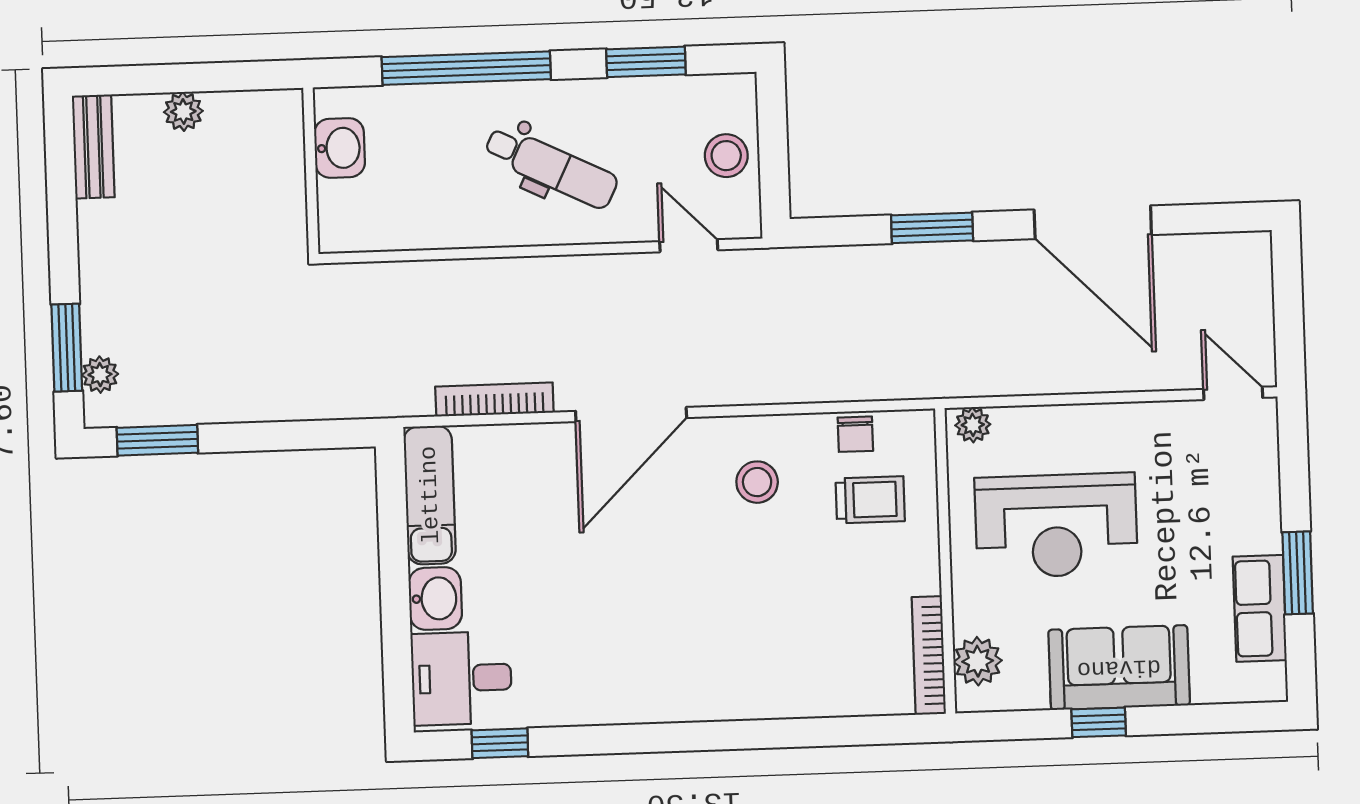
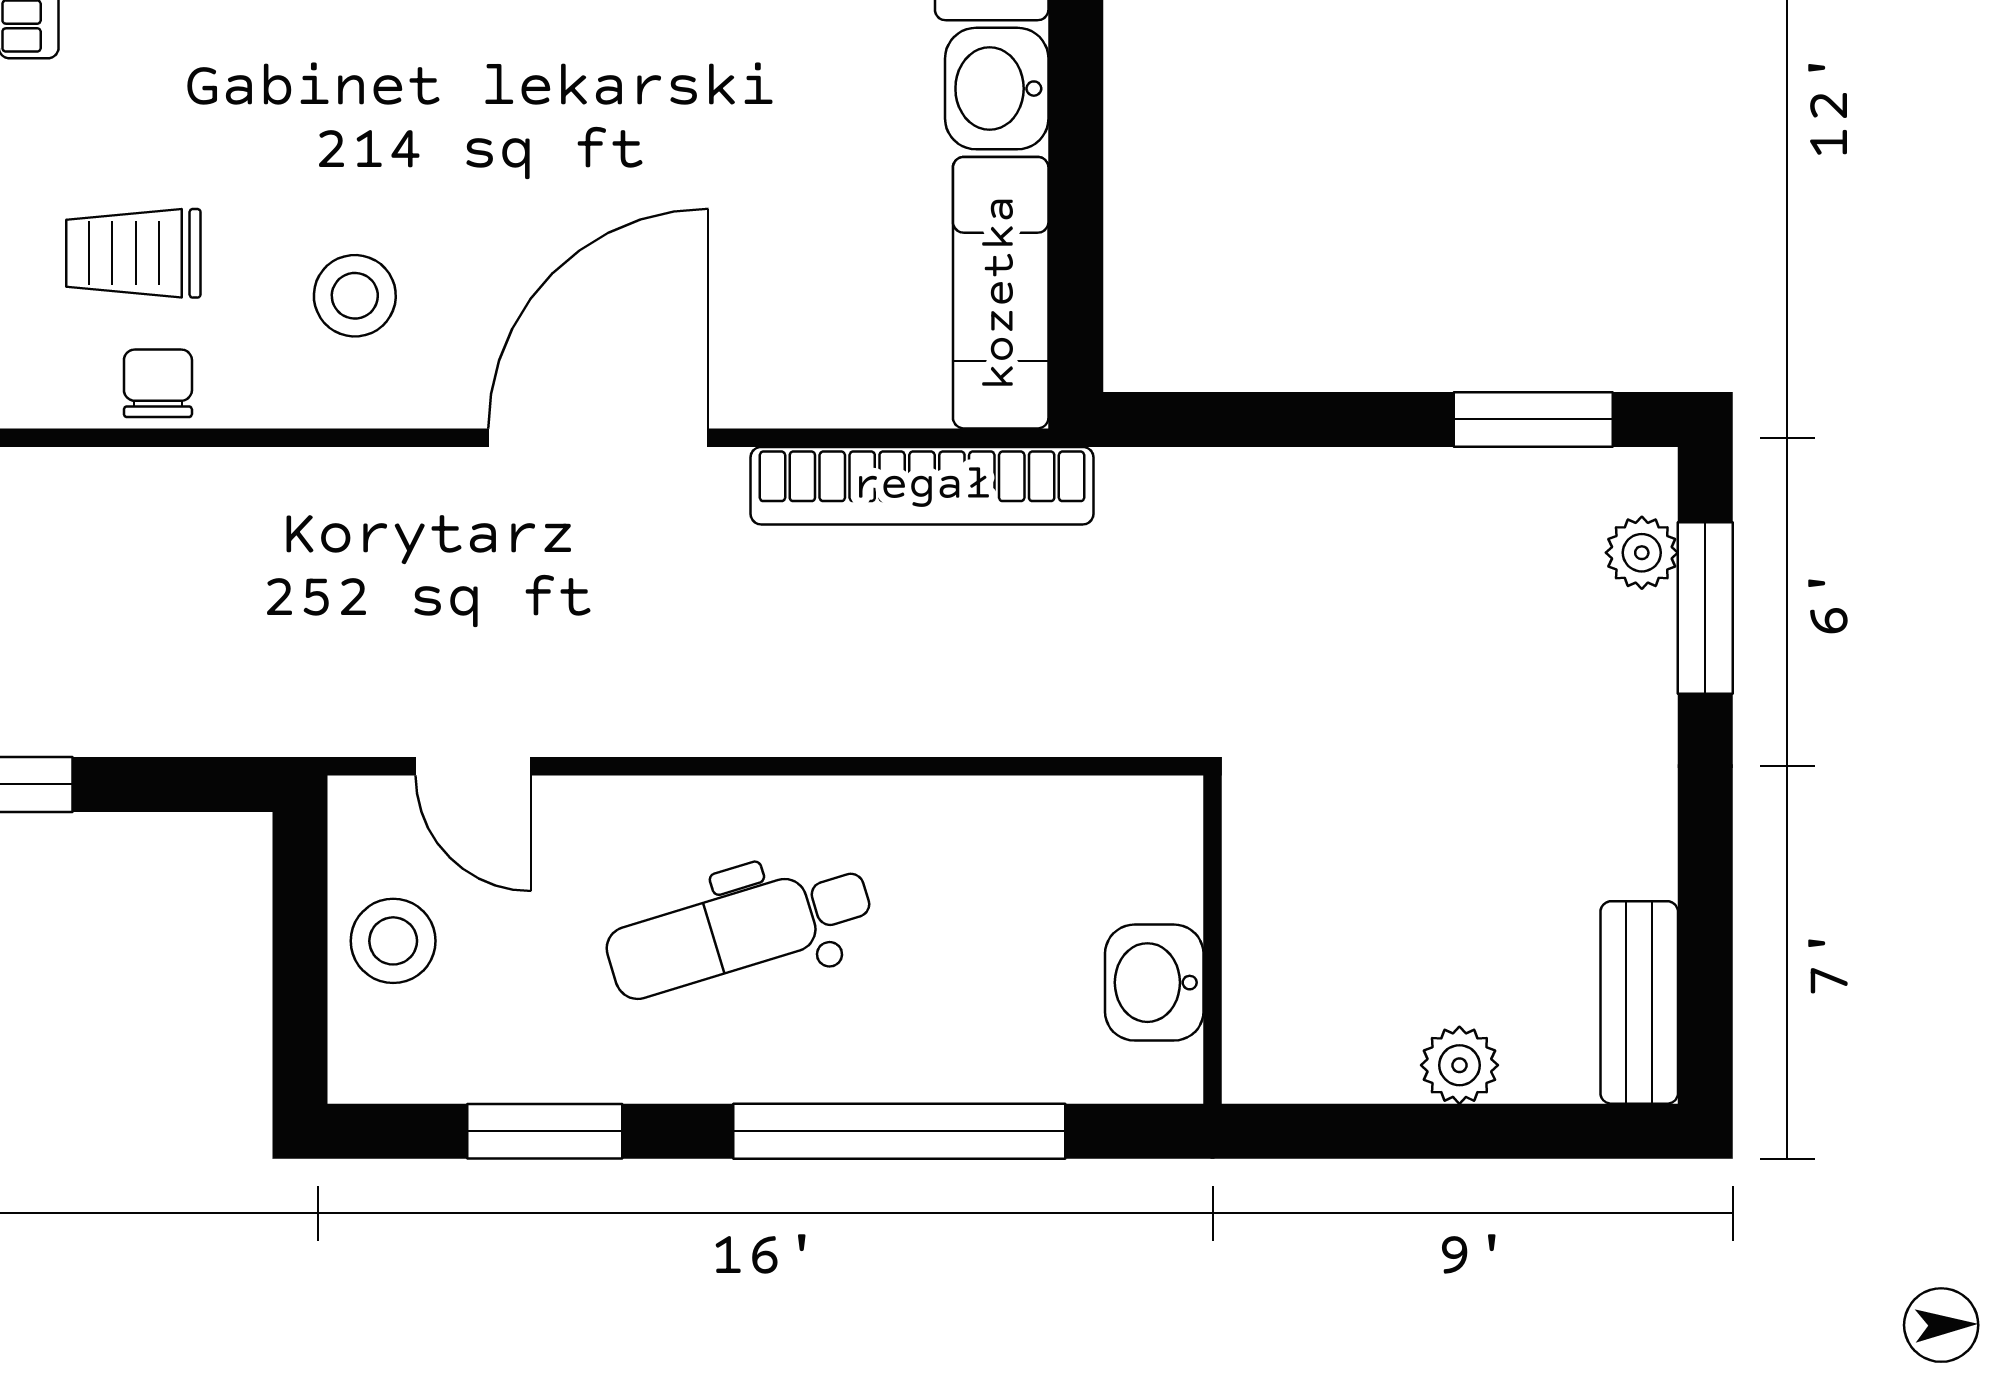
dental chair: (551, 167) -> (739, 930), turned -43
bookcase: (494, 400) -> (922, 486), width x1.48, depth x1.31

